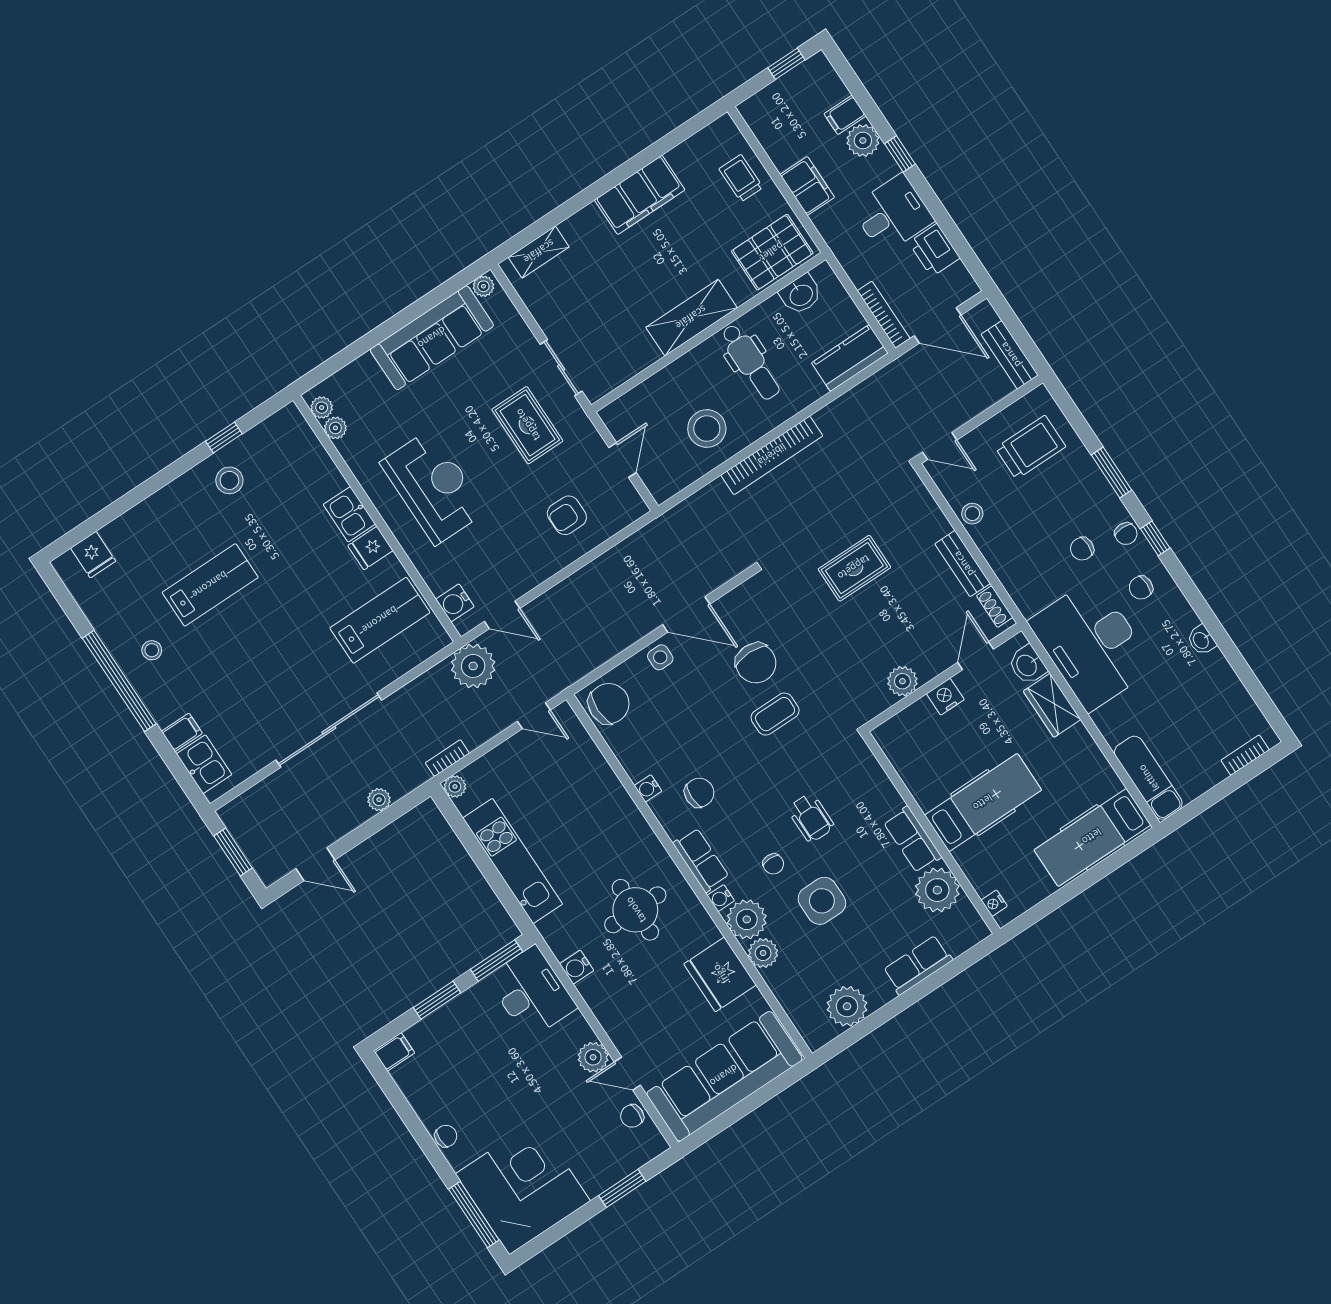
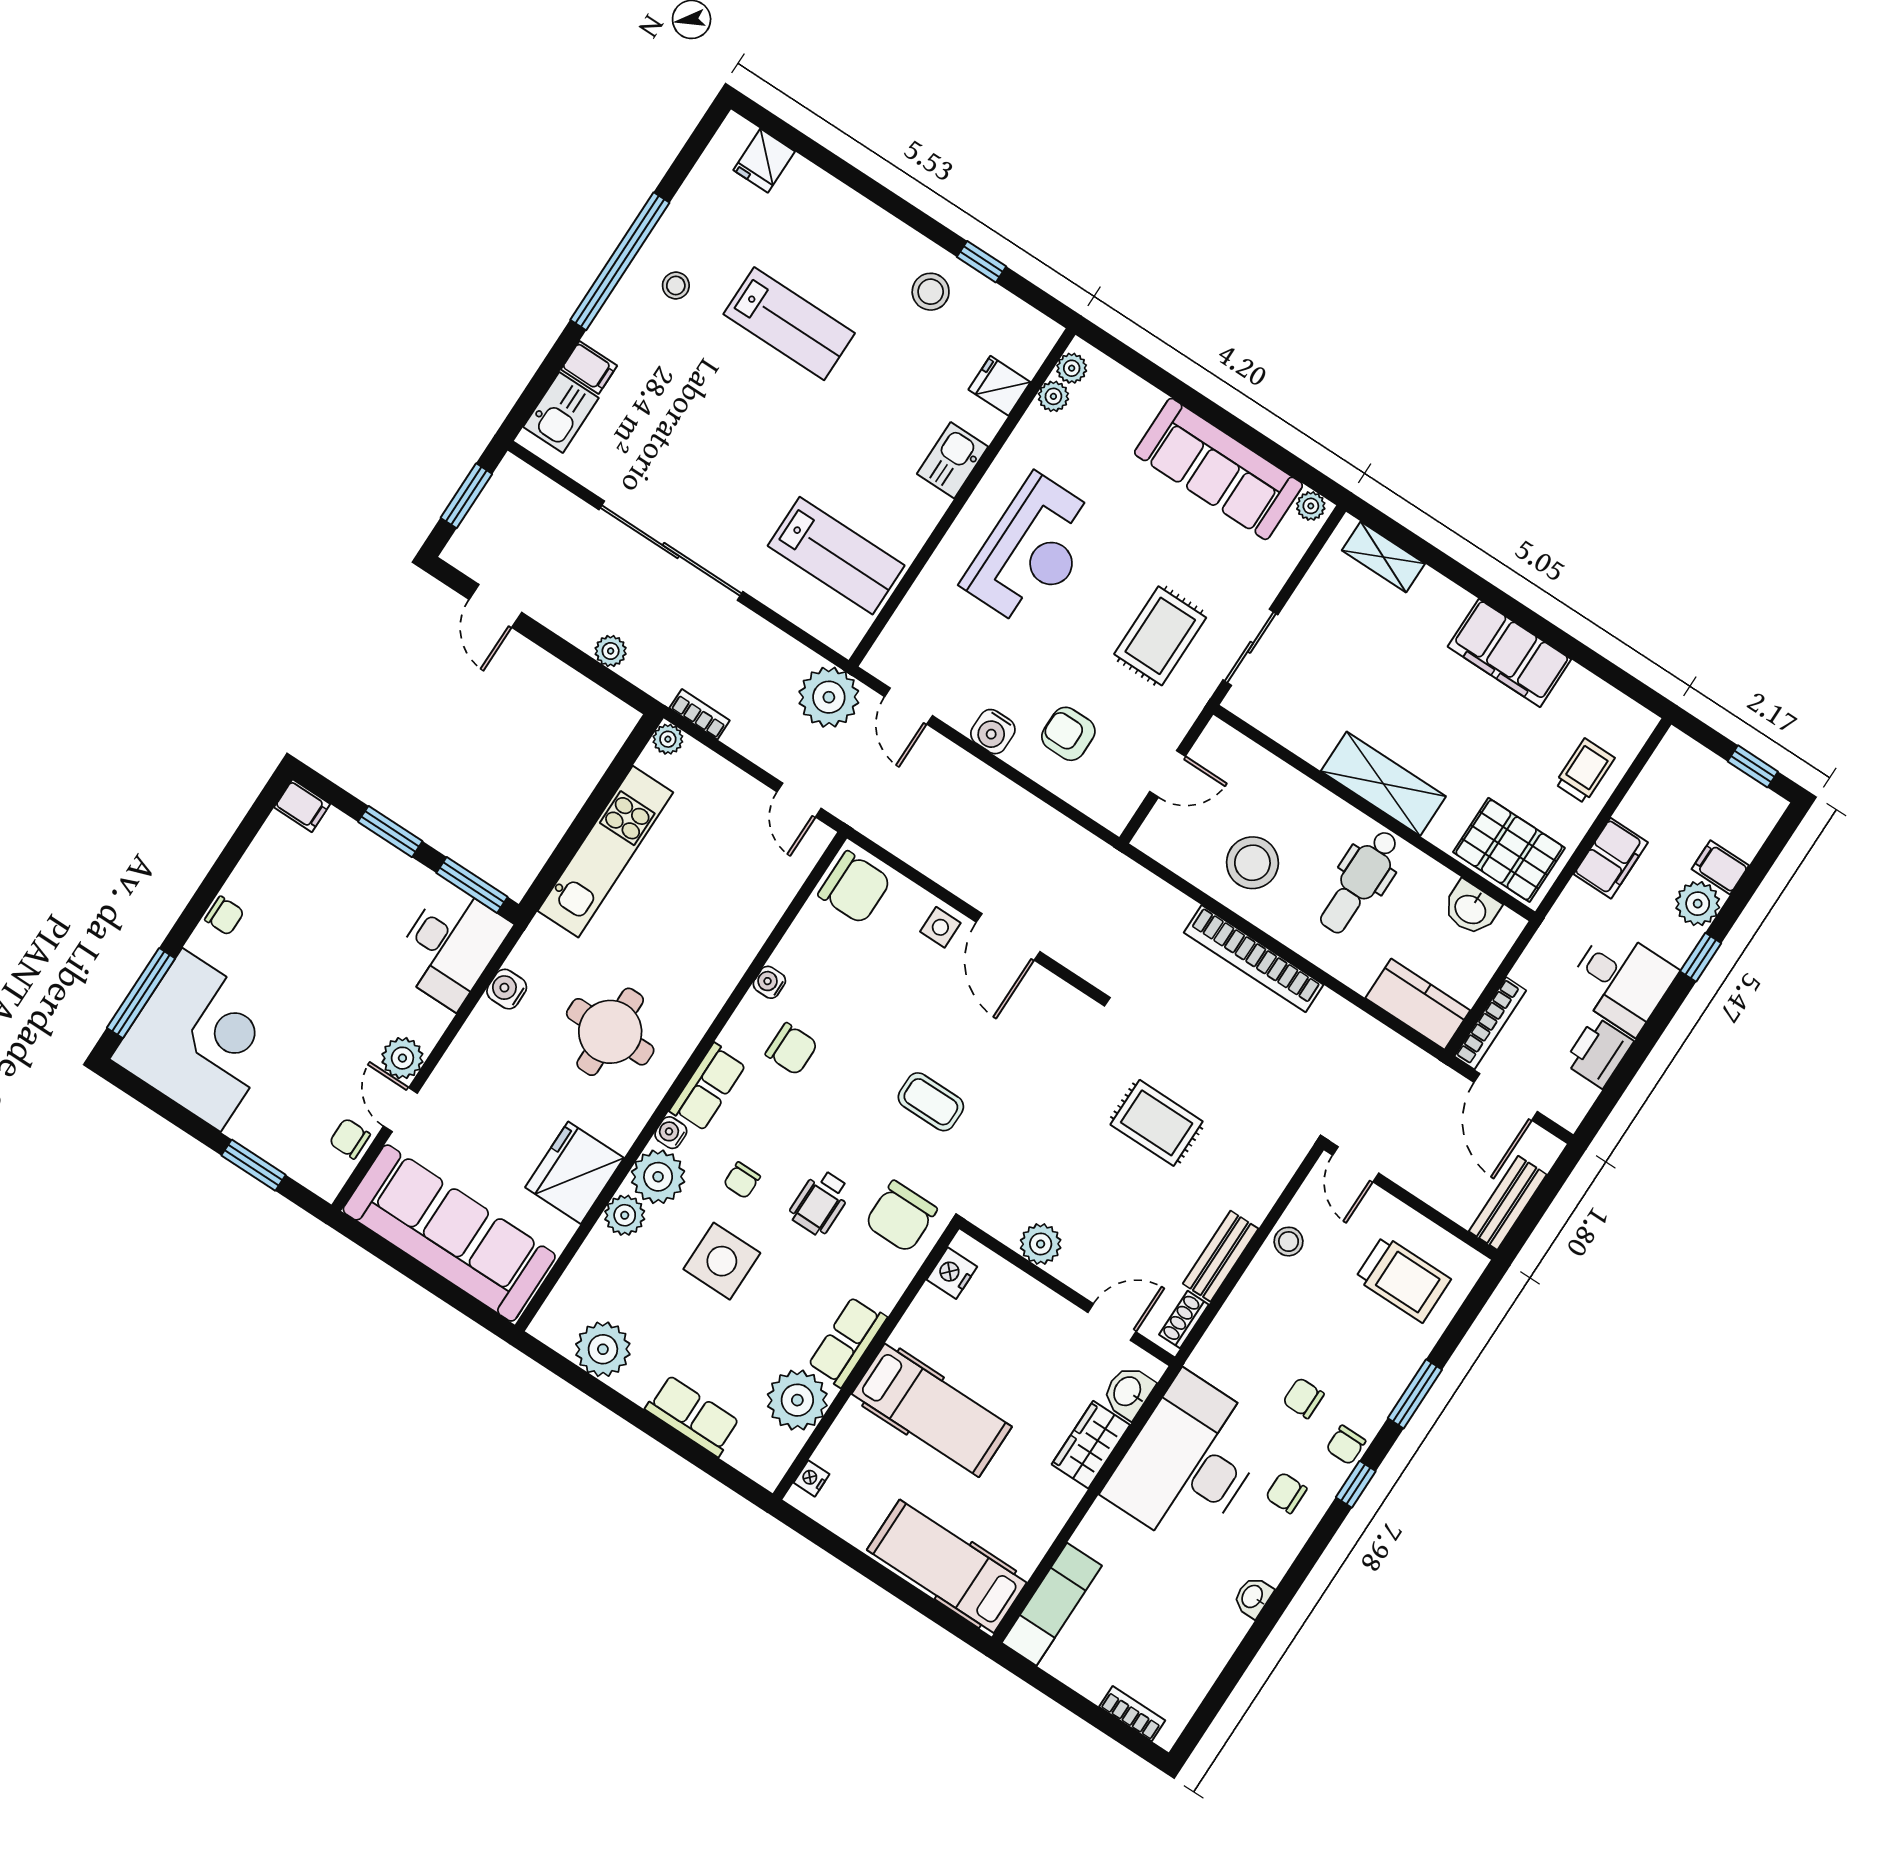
fridge: (370, 548) -> (999, 386), moved
water cooler: (455, 603) -> (993, 732), moved, turned -90
chair: (756, 663) -> (901, 1217), moved
nightstand: (945, 697) -> (952, 1273), moved, turned -90

